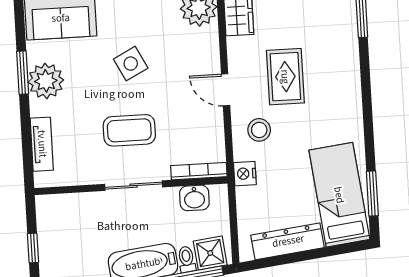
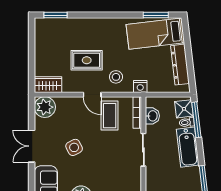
door: (226, 90) -> (92, 95), hinge flipped
coffee table: (129, 130) -> (110, 116), moved

